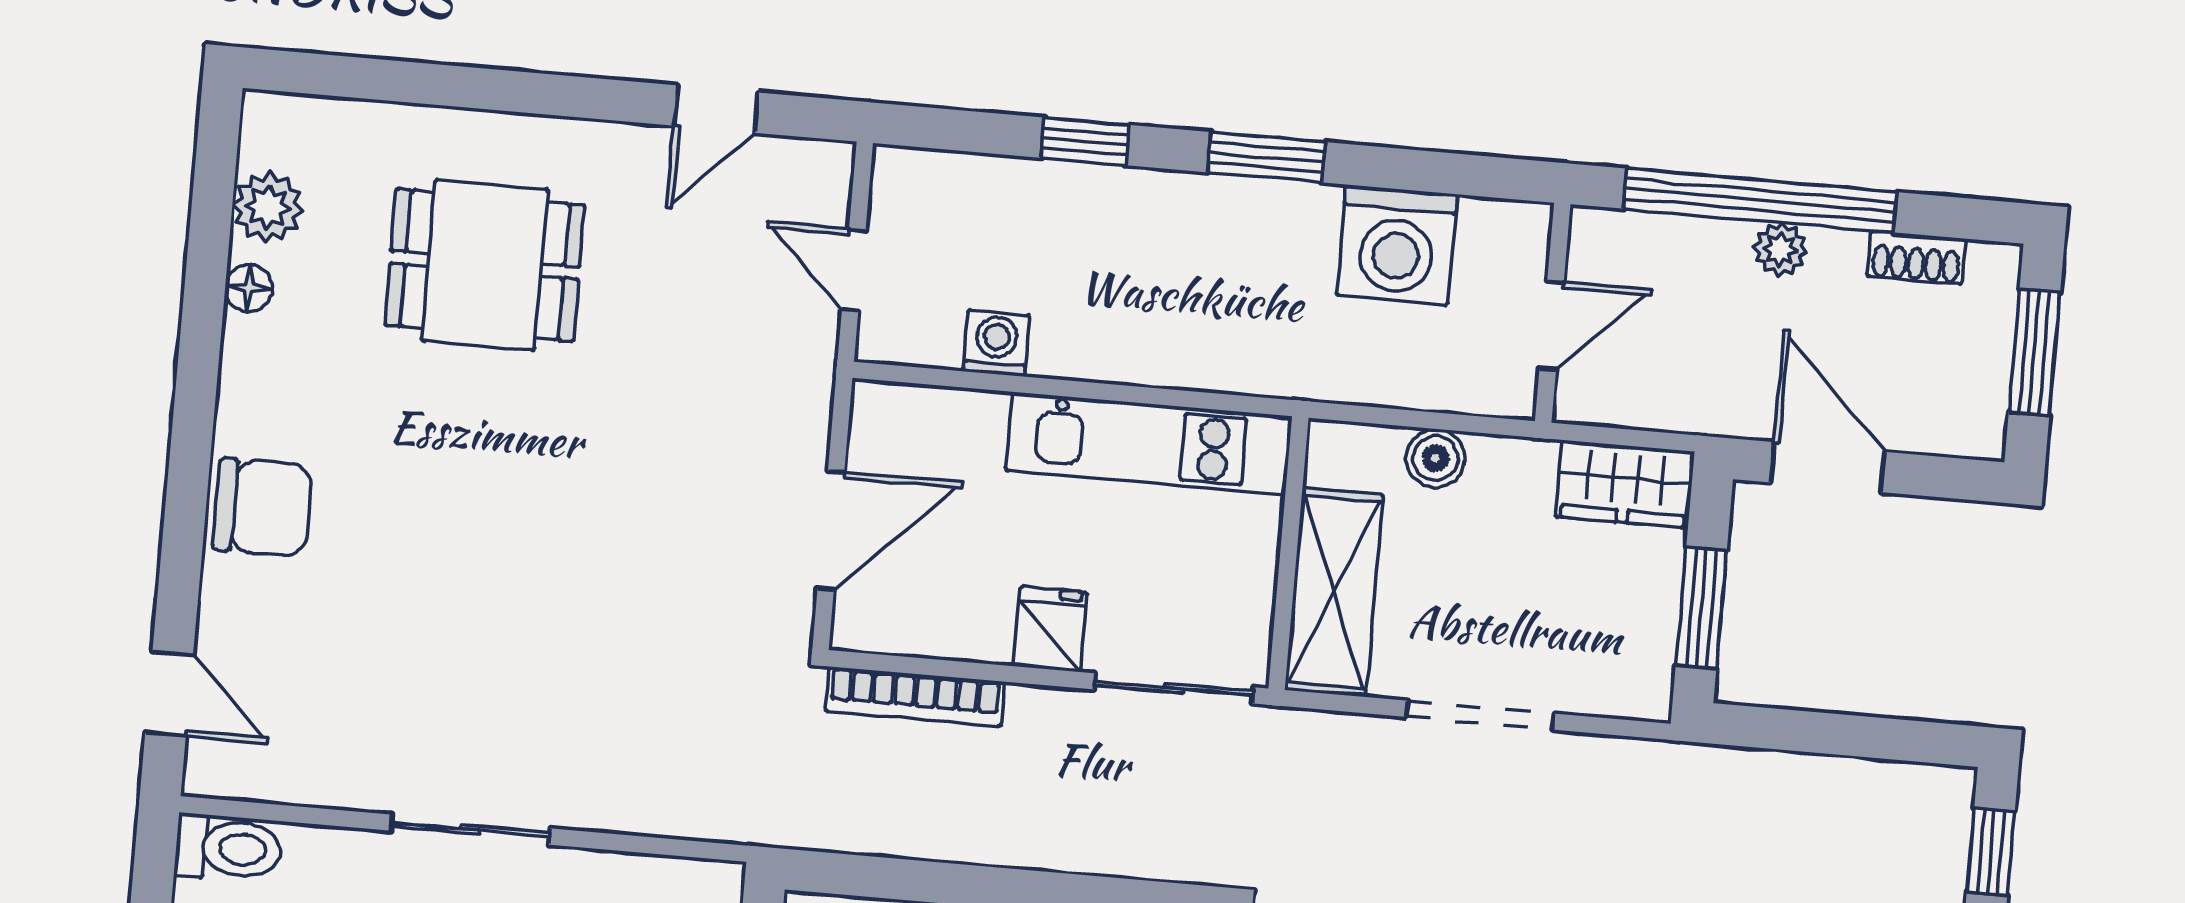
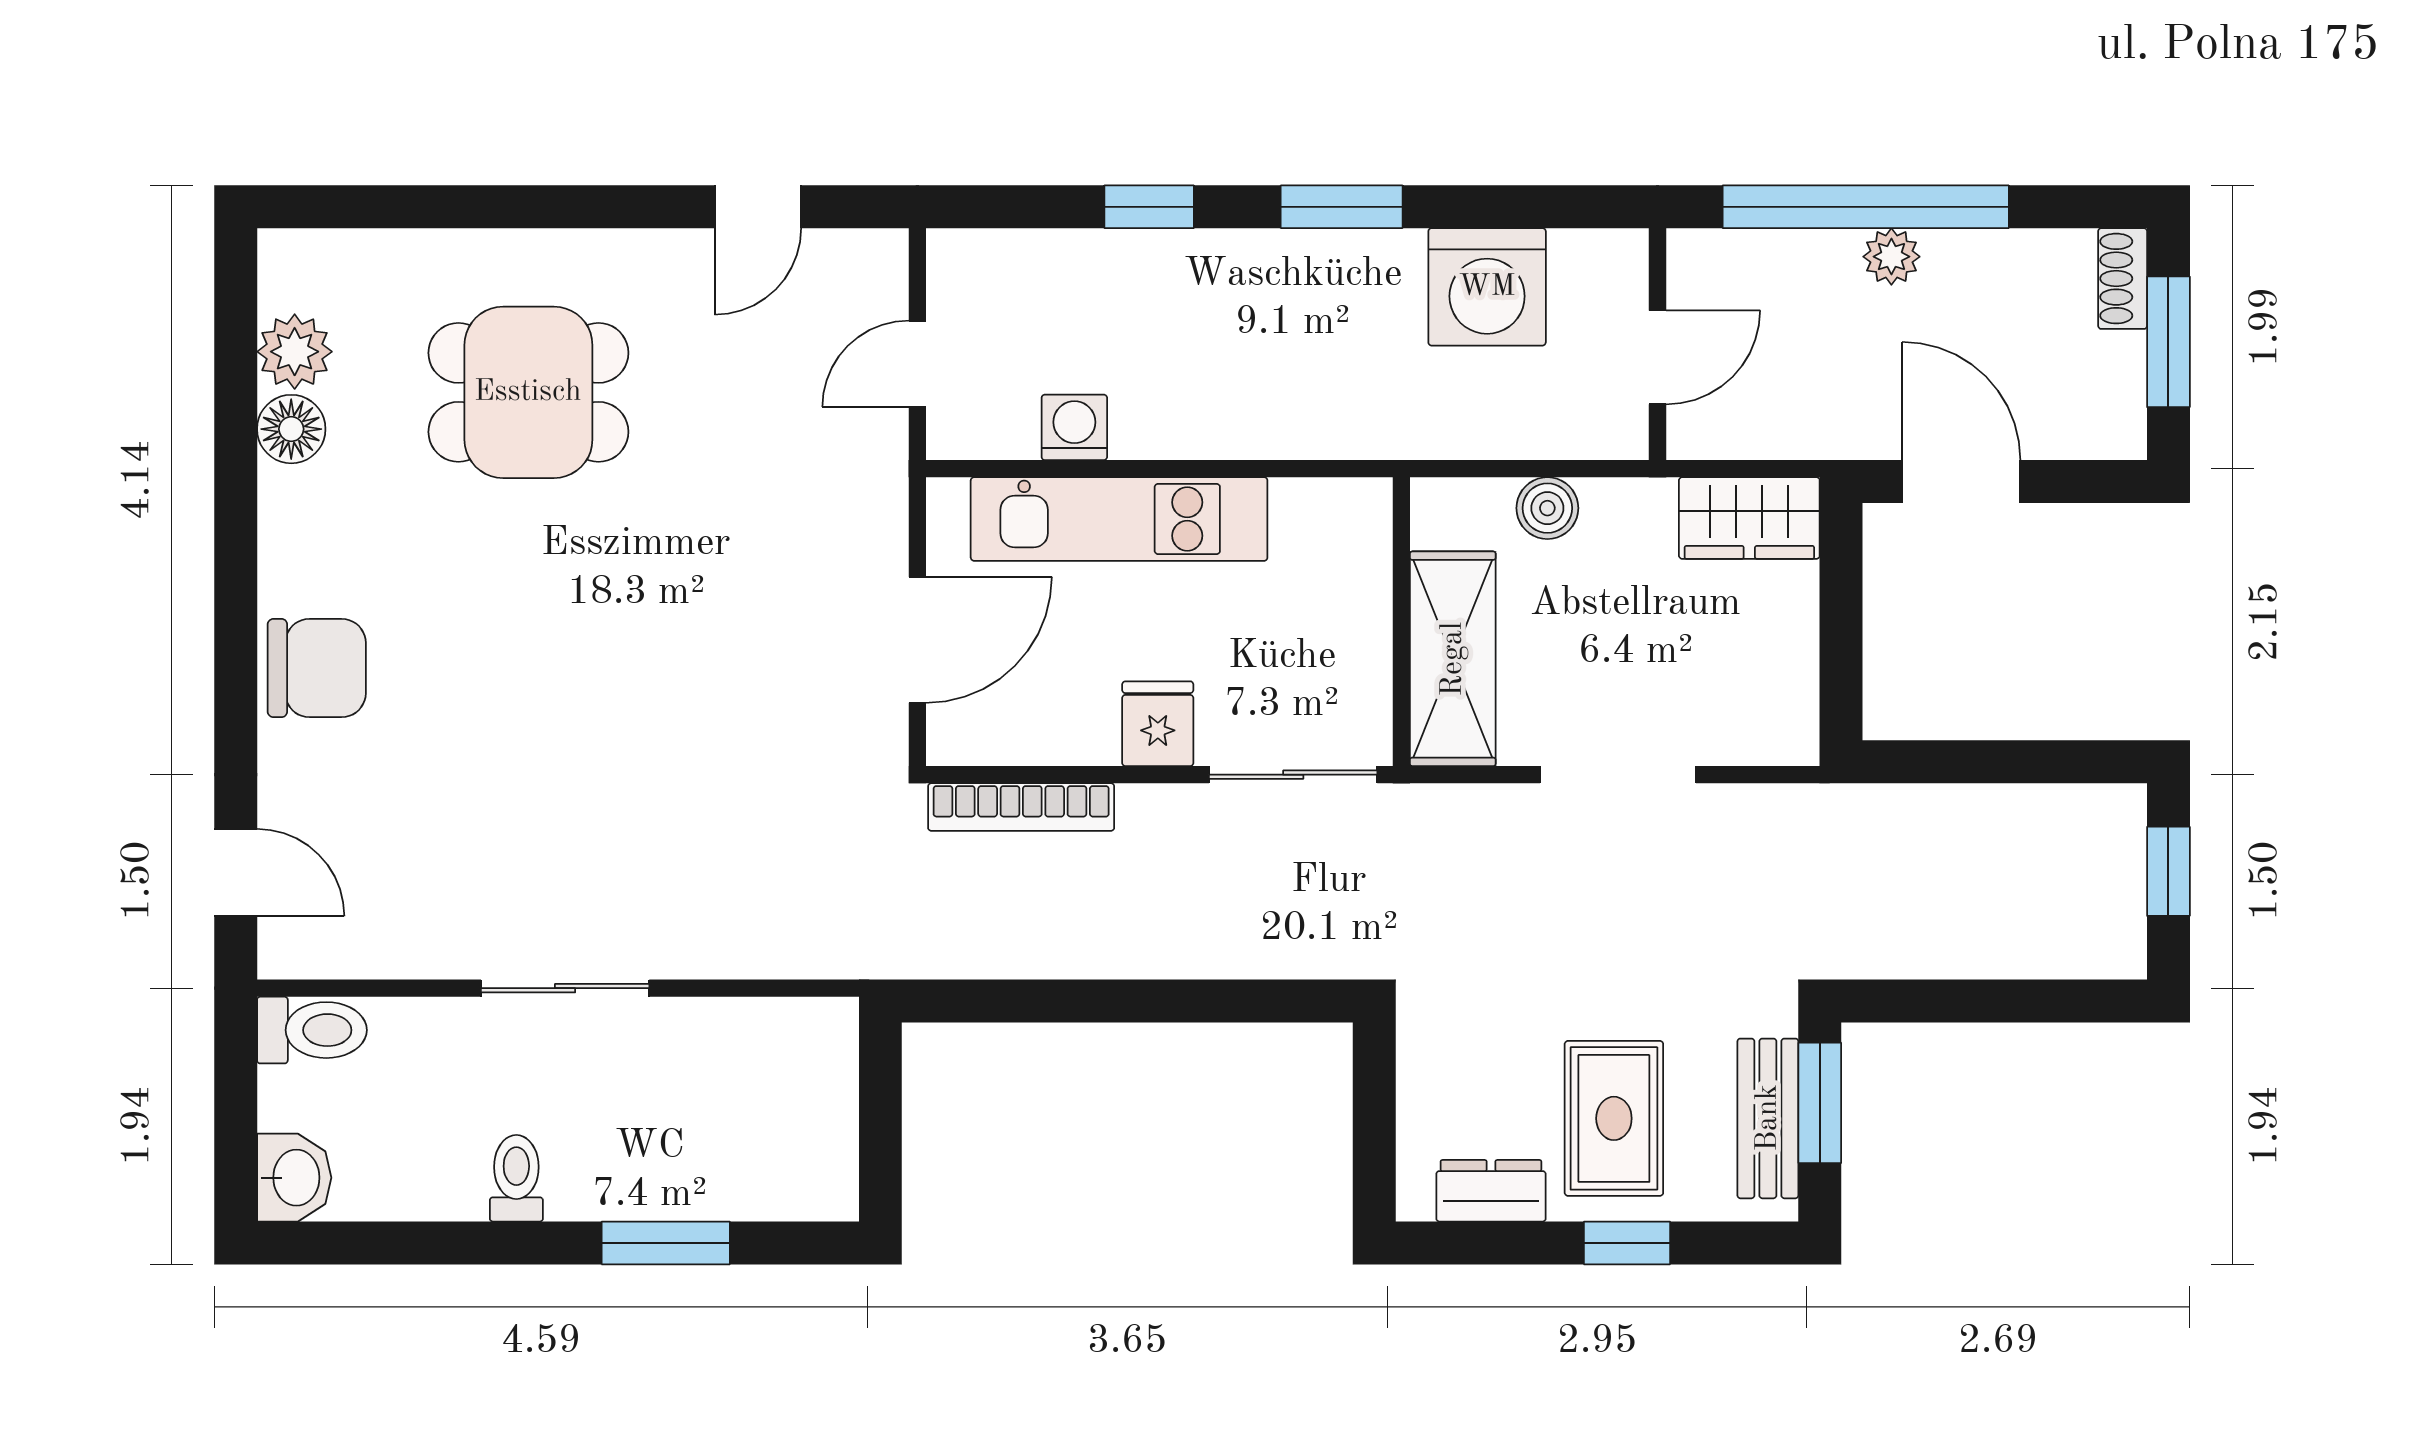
shoe rack: (1916, 258) -> (2123, 279), moved, turned 90
door: (854, 270) -> (917, 364), hinge flipped
floor lamp: (249, 288) -> (291, 429), width x1.37, depth x1.37
kitchen unit: (1149, 443) -> (1119, 519), moved
window: (1701, 608) -> (1841, 641), removed

